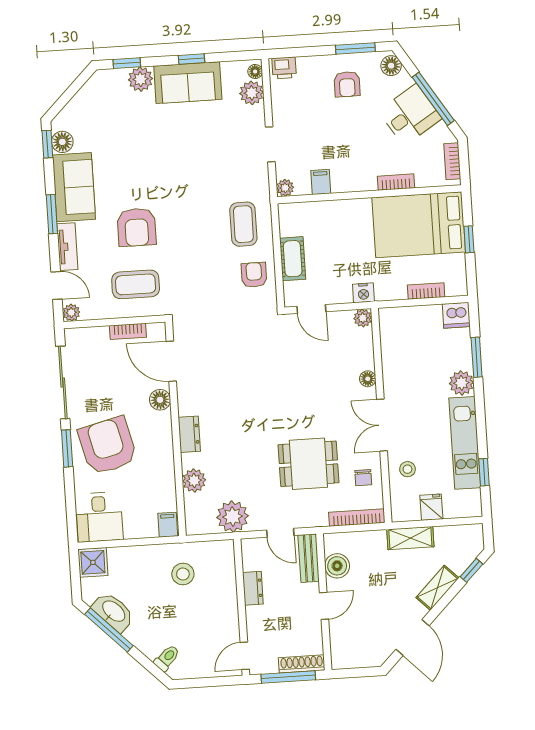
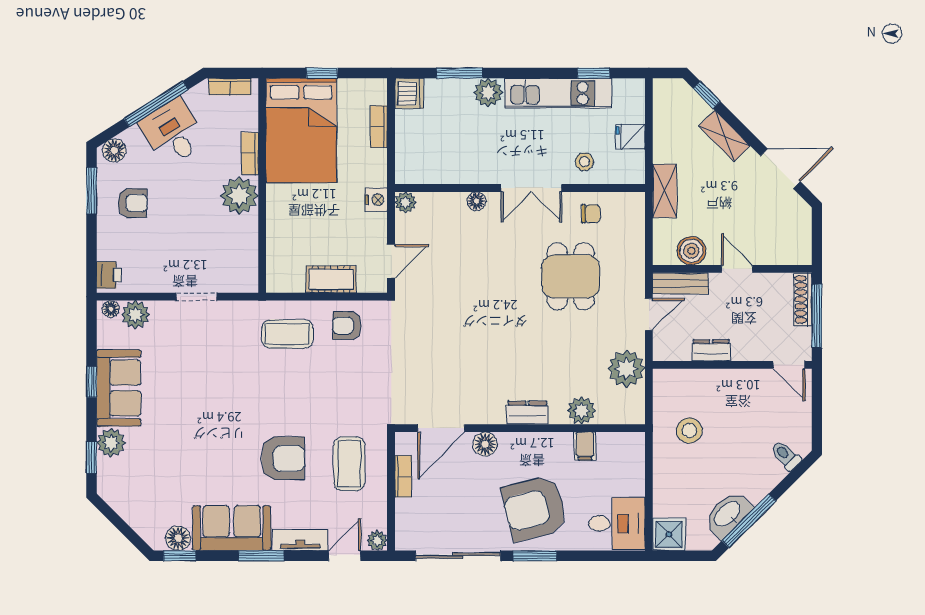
filing cabinet: (321, 182) -> (244, 241), removed
plant: (285, 188) -> (239, 196), moved, width x1.88, depth x1.88
bookcase: (357, 517) -> (637, 224), removed
filing cabinet: (168, 525) -> (585, 446), moved, turned -90
shelving: (410, 538) -> (665, 191), moved

